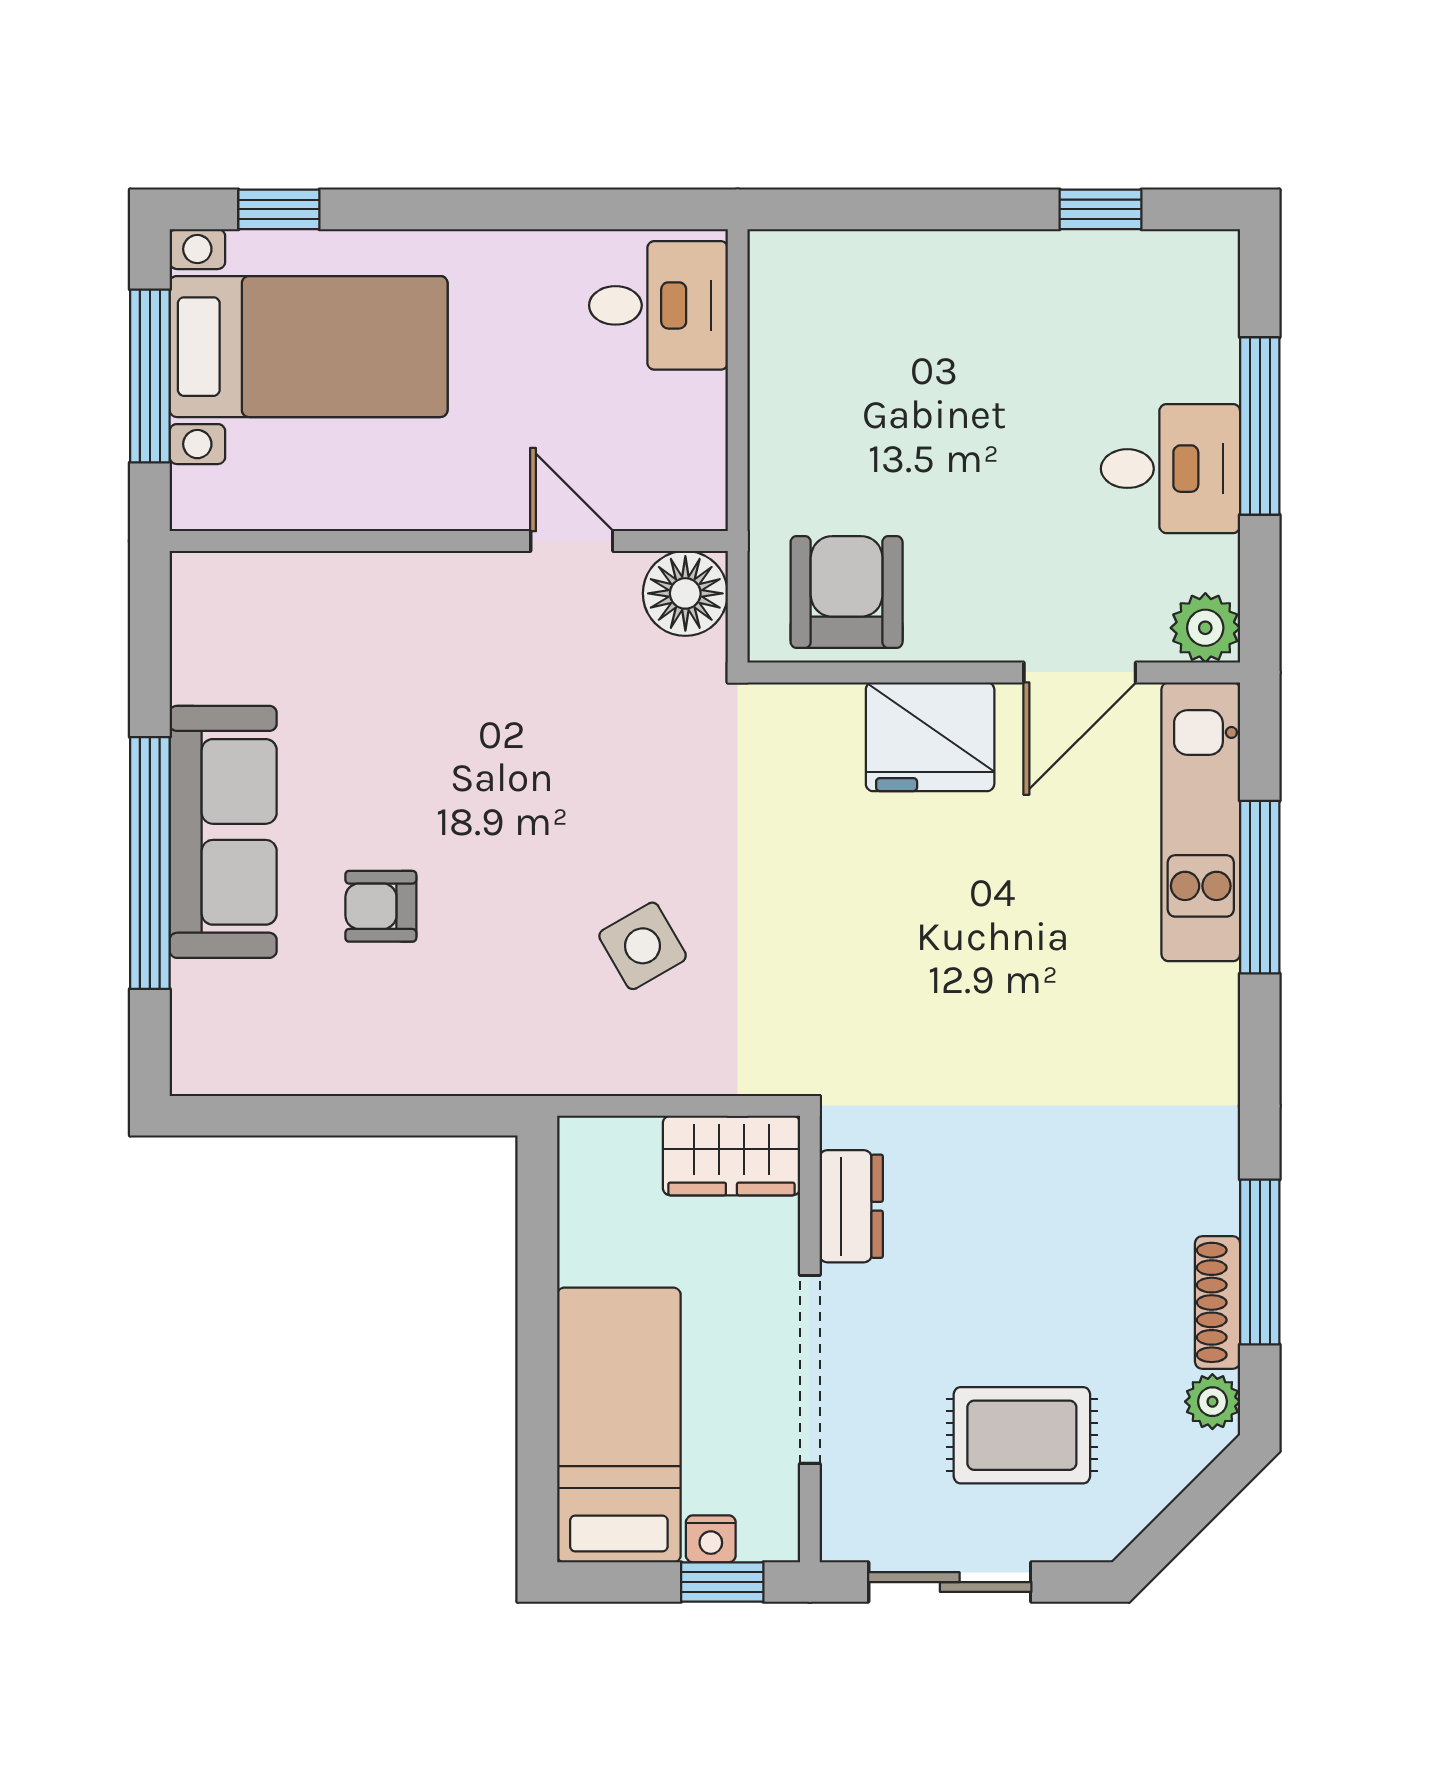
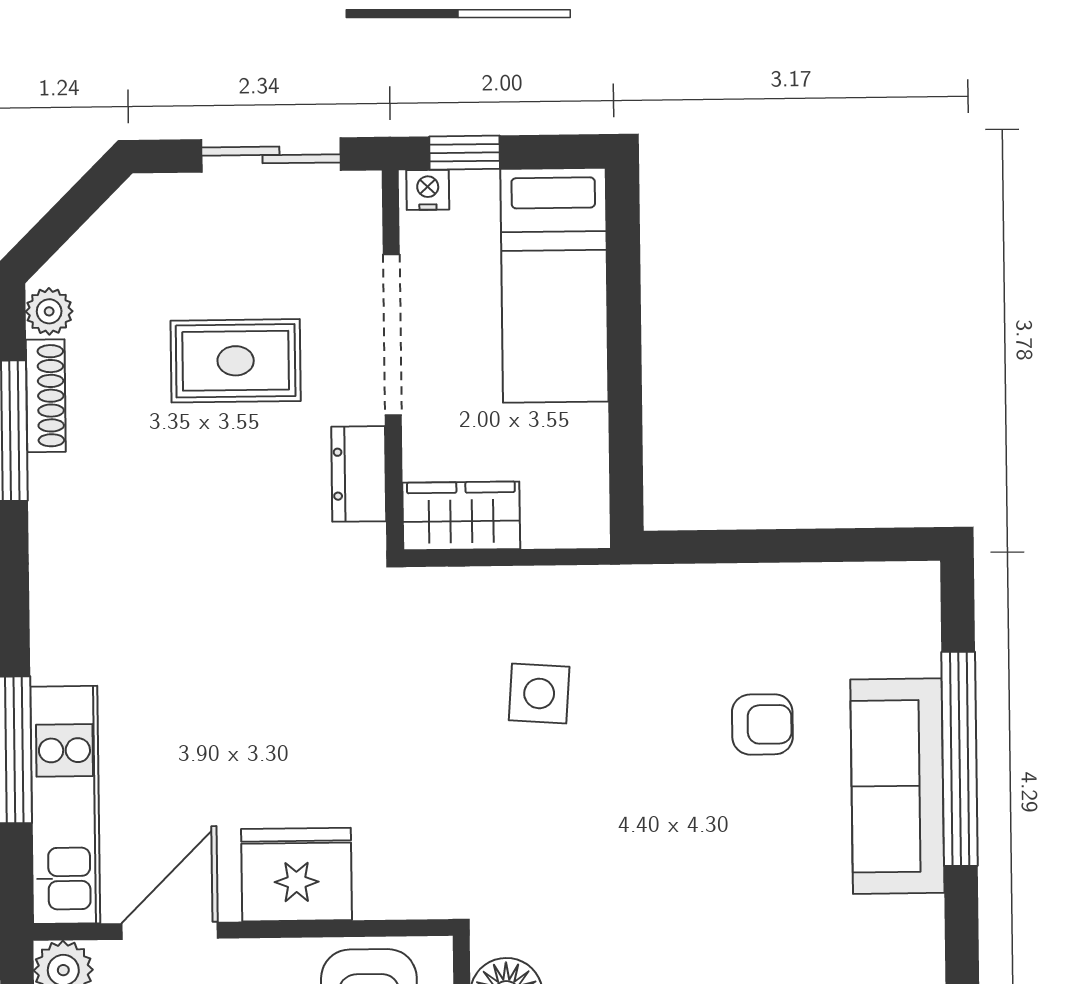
side table: (643, 946) -> (539, 693), turned 34
rug: (1022, 1435) -> (236, 361), moved
nightstand: (711, 1539) -> (428, 190), moved

